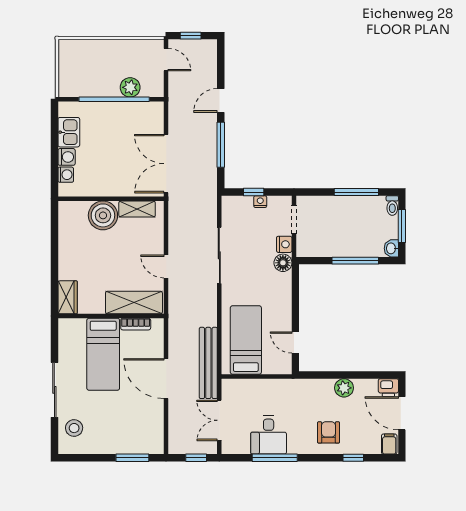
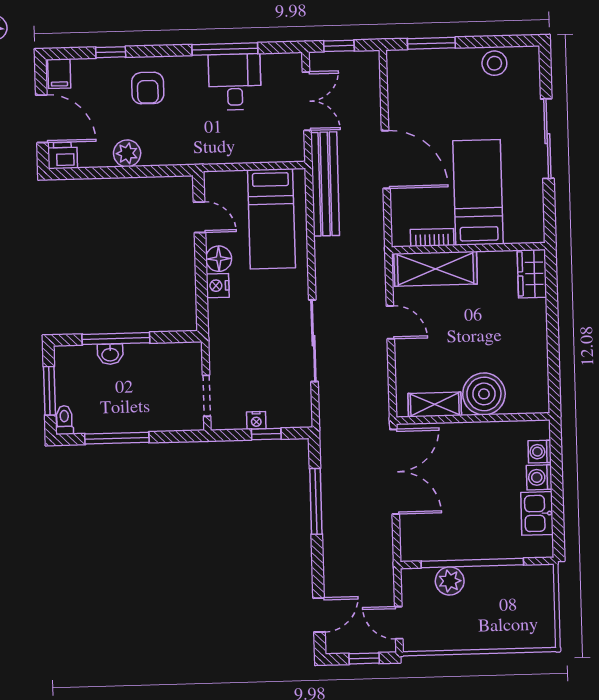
door: (221, 100) -> (319, 615), moved
nightstand: (284, 244) -> (218, 286), moved
washbasin: (391, 248) -> (110, 354), moved, turned 90
floor lamp: (283, 263) -> (219, 259), moved
stool: (74, 428) -> (494, 63), moved

